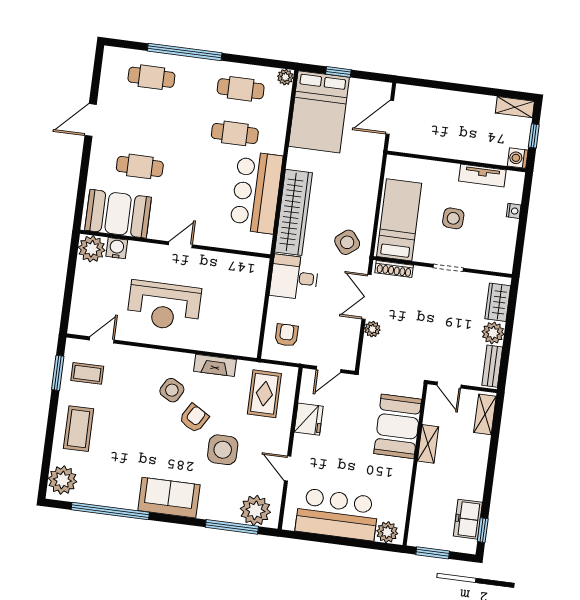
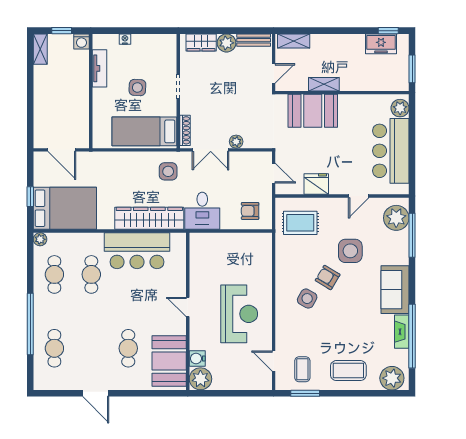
side table: (347, 242) -> (168, 171), turned 38
fireplace: (215, 365) -> (402, 332), moved, turned 180

